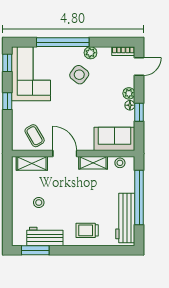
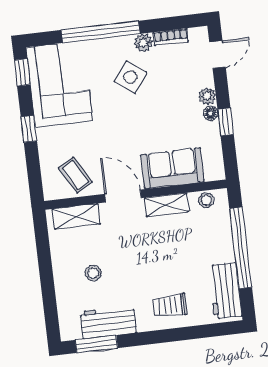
bookcase: (123, 51) -> (171, 37), moved
sofa: (114, 139) -> (172, 168), moved
workbench: (125, 218) -> (225, 291), width x0.73

